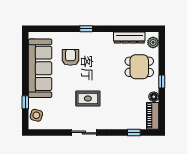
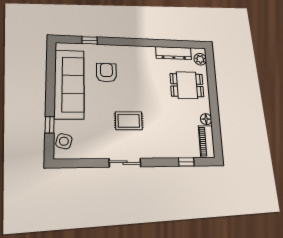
window: (86, 29) -> (90, 40), moved
window: (162, 81) -> (214, 102), removed

